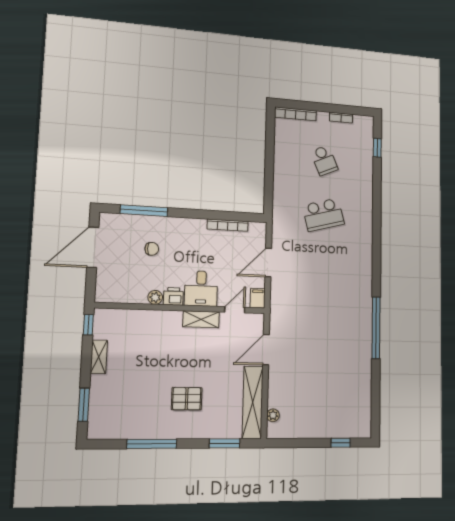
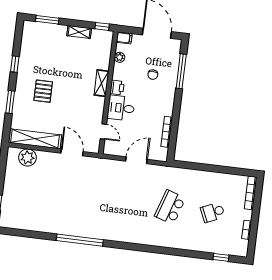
school desk: (323, 215) -> (170, 207), turned 33
door: (268, 262) -> (136, 160), hinge flipped
plant: (155, 297) -> (120, 57), moved
filing cabinet: (258, 298) -> (124, 38), moved
shelving: (201, 319) -> (101, 83), moved
plant: (273, 415) -> (27, 158), width x1.87, depth x1.87
window: (225, 443) -> (10, 102), moved
window: (152, 444) -> (15, 64), width x0.46

